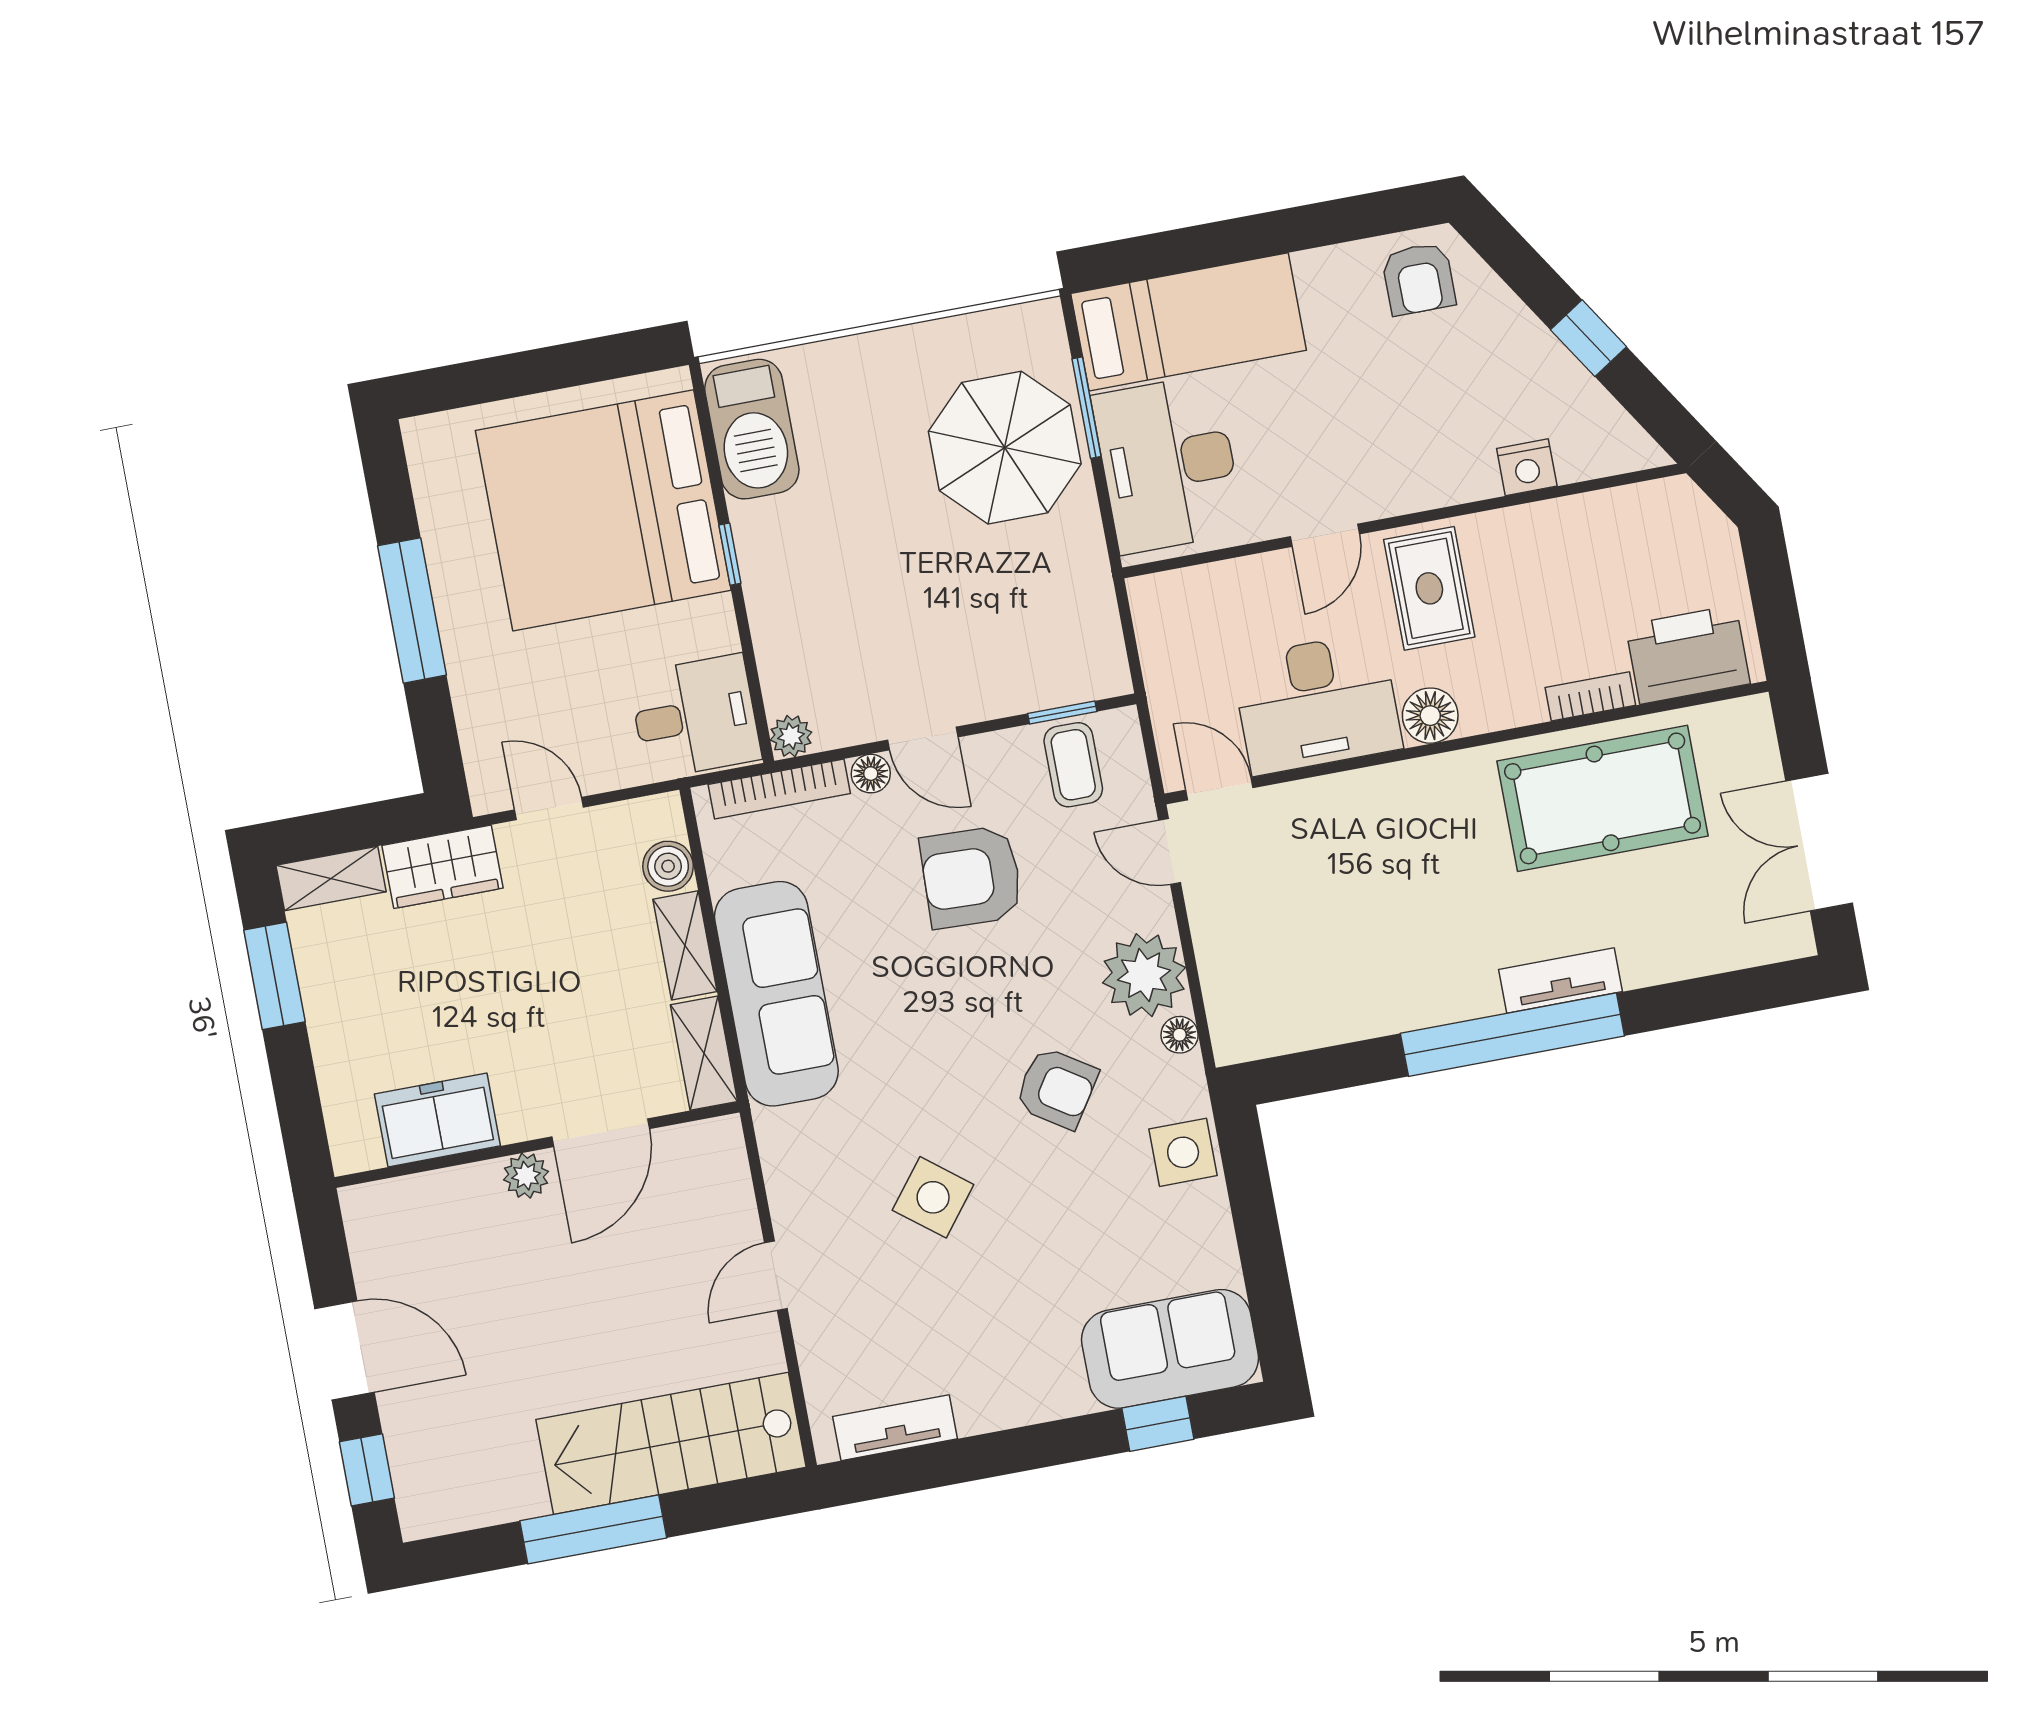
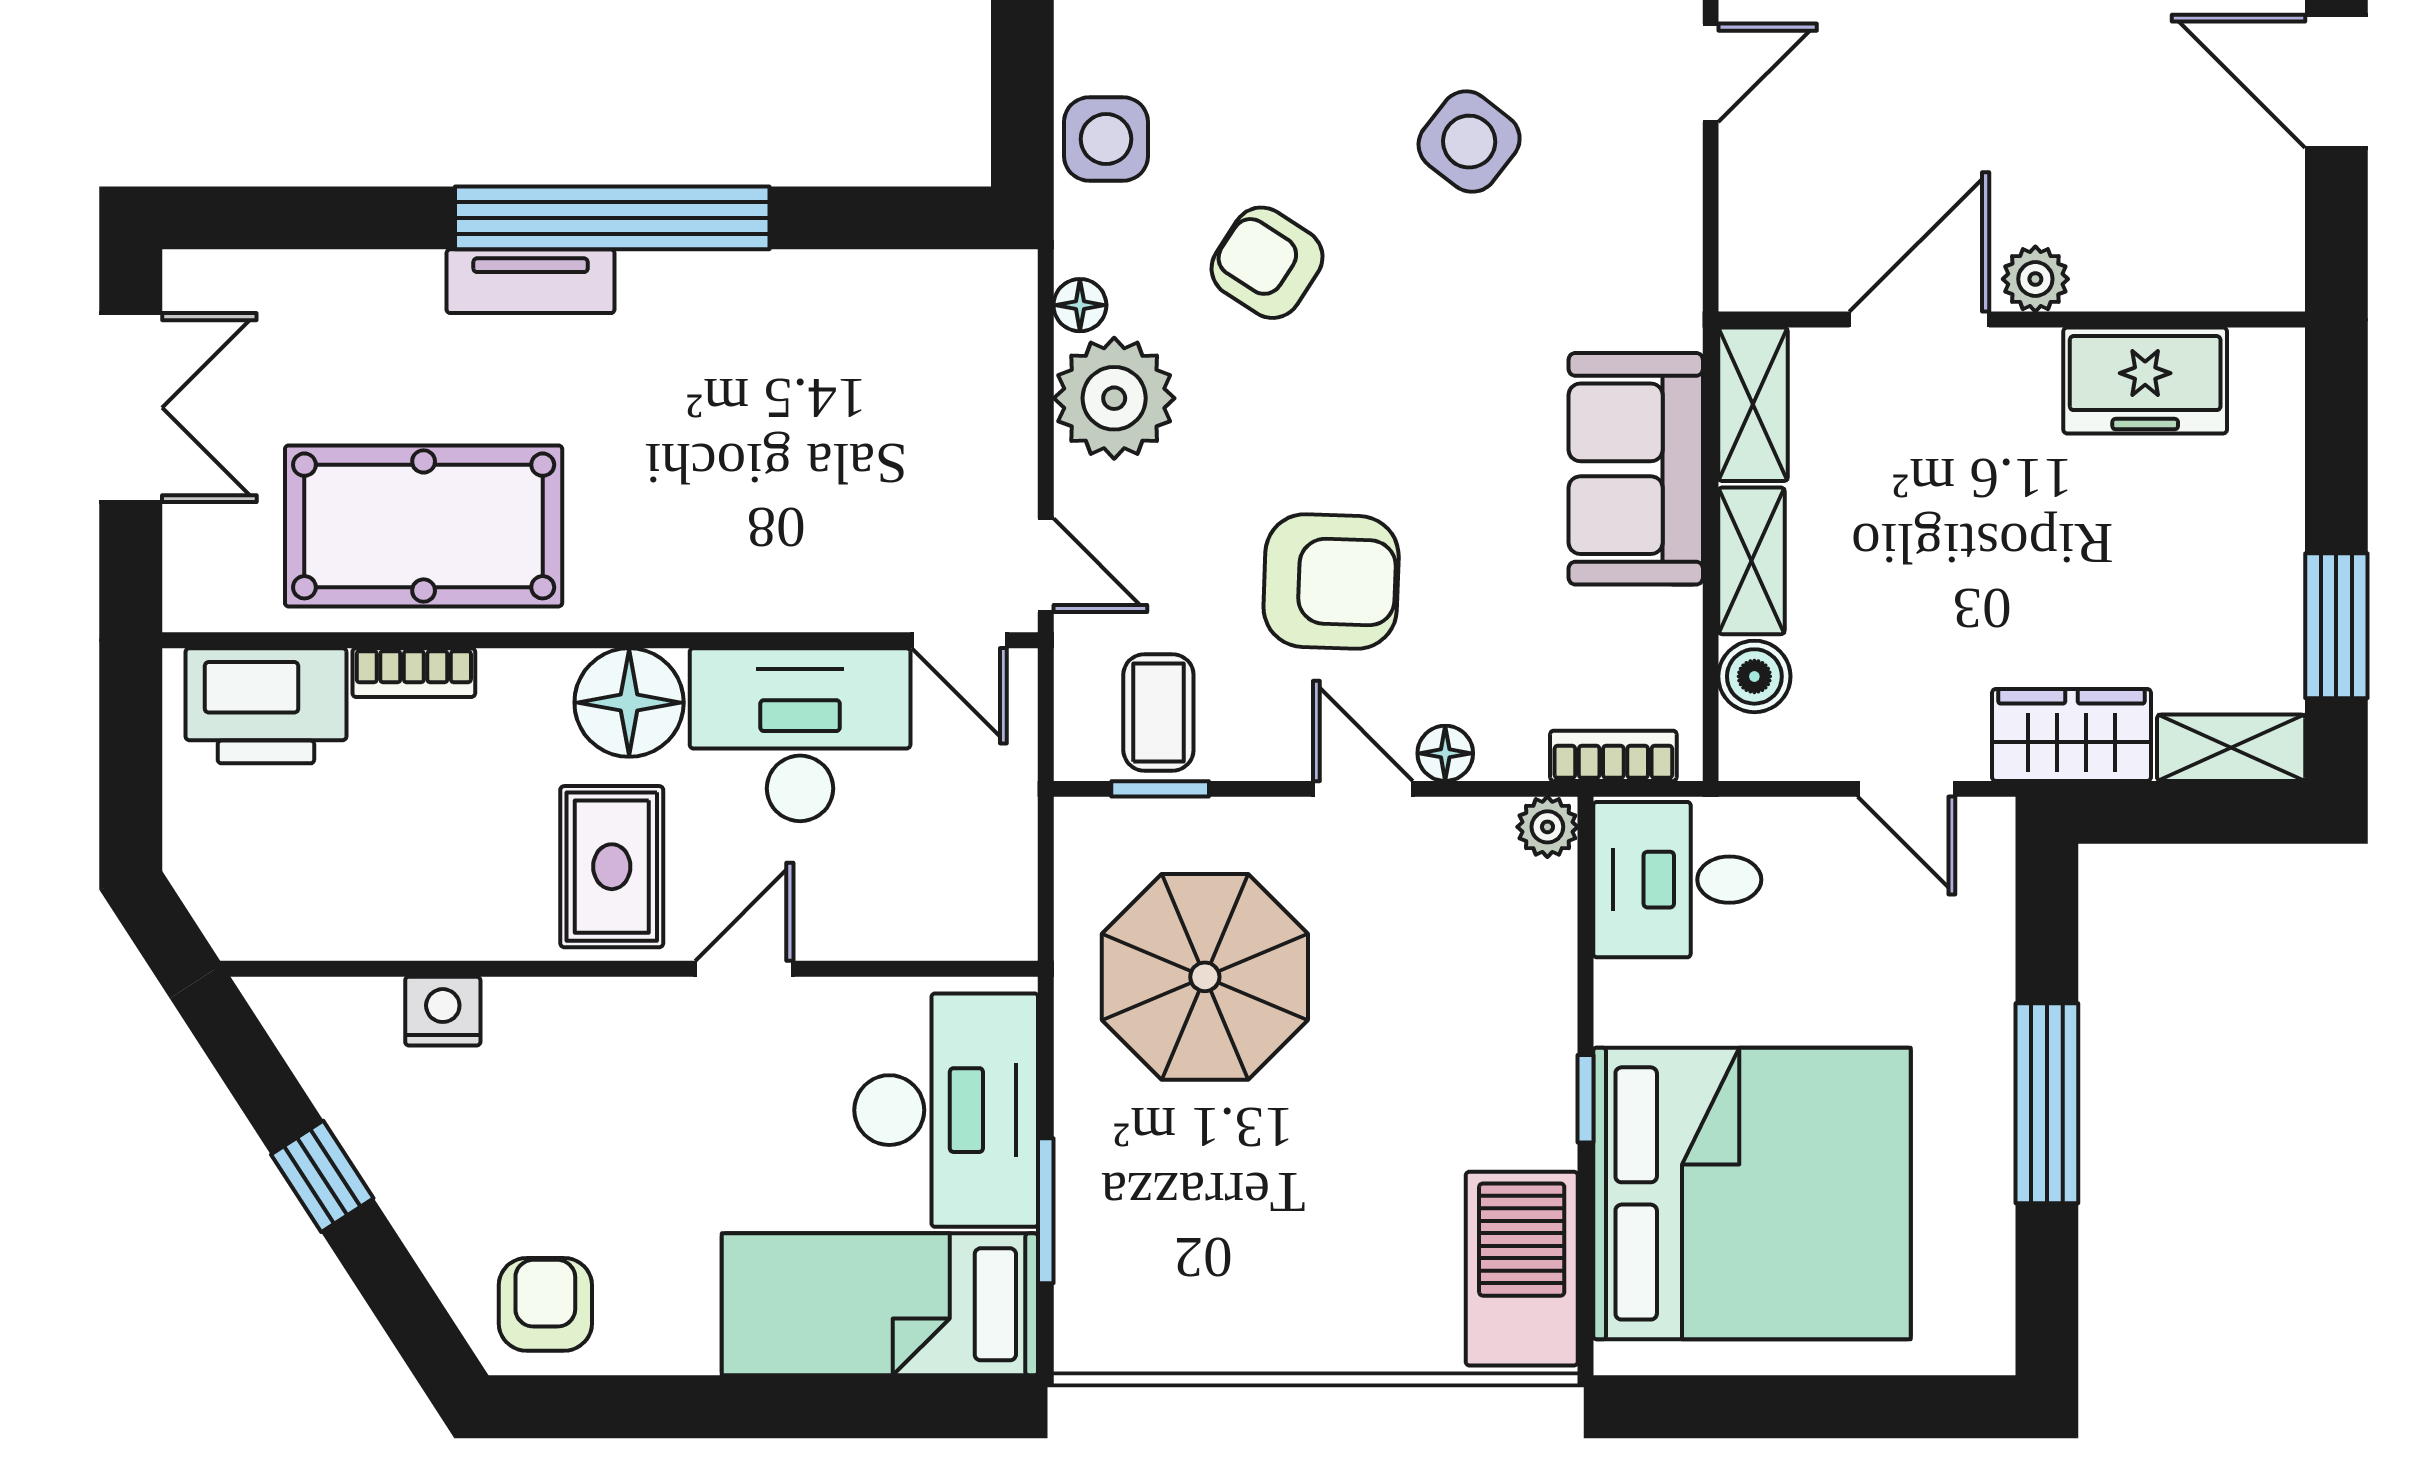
parasol: (1005, 448) -> (1205, 977), moved
floor lamp: (1430, 716) -> (629, 703), width x1.38, depth x1.38
bookcase: (779, 789) -> (1613, 756), width x0.64
sofa: (776, 994) -> (1636, 469), width x0.73

